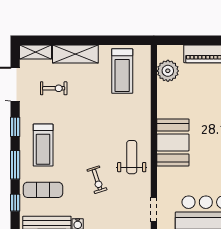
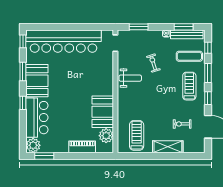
shelving: (36, 52) -> (194, 148), removed
booth: (173, 142) -> (103, 112), moved
weight bench: (132, 157) -> (130, 78), turned -90

